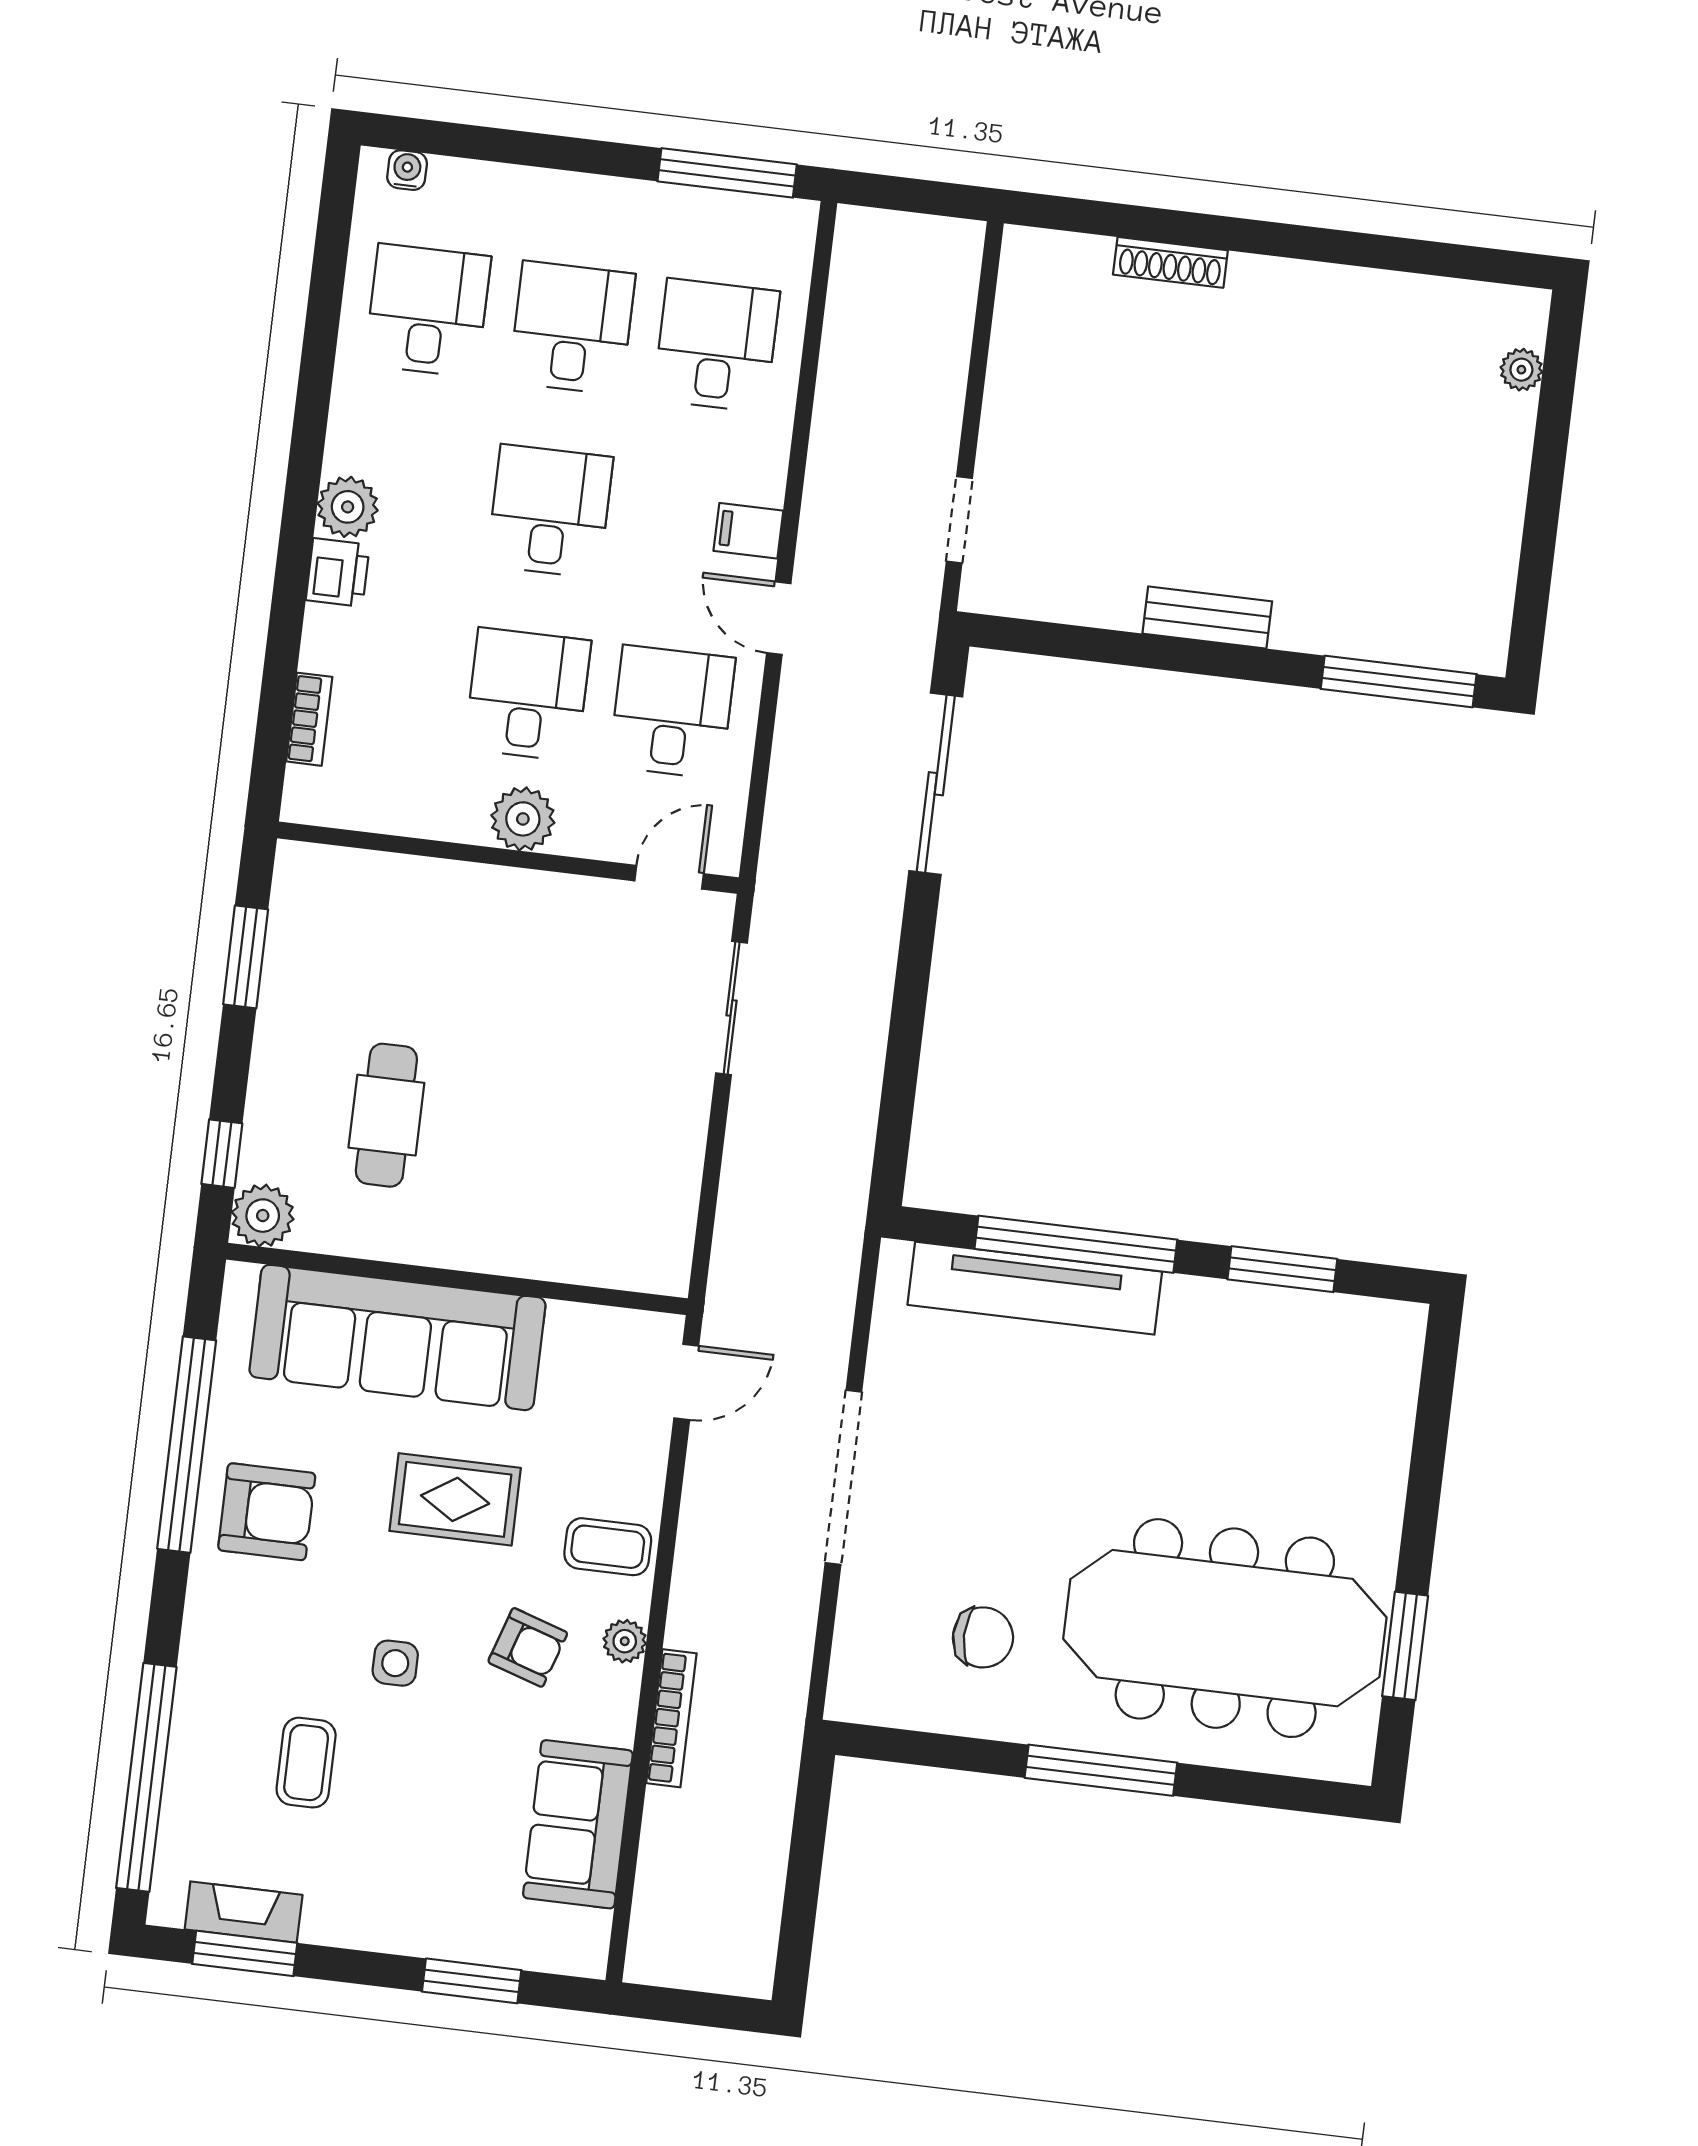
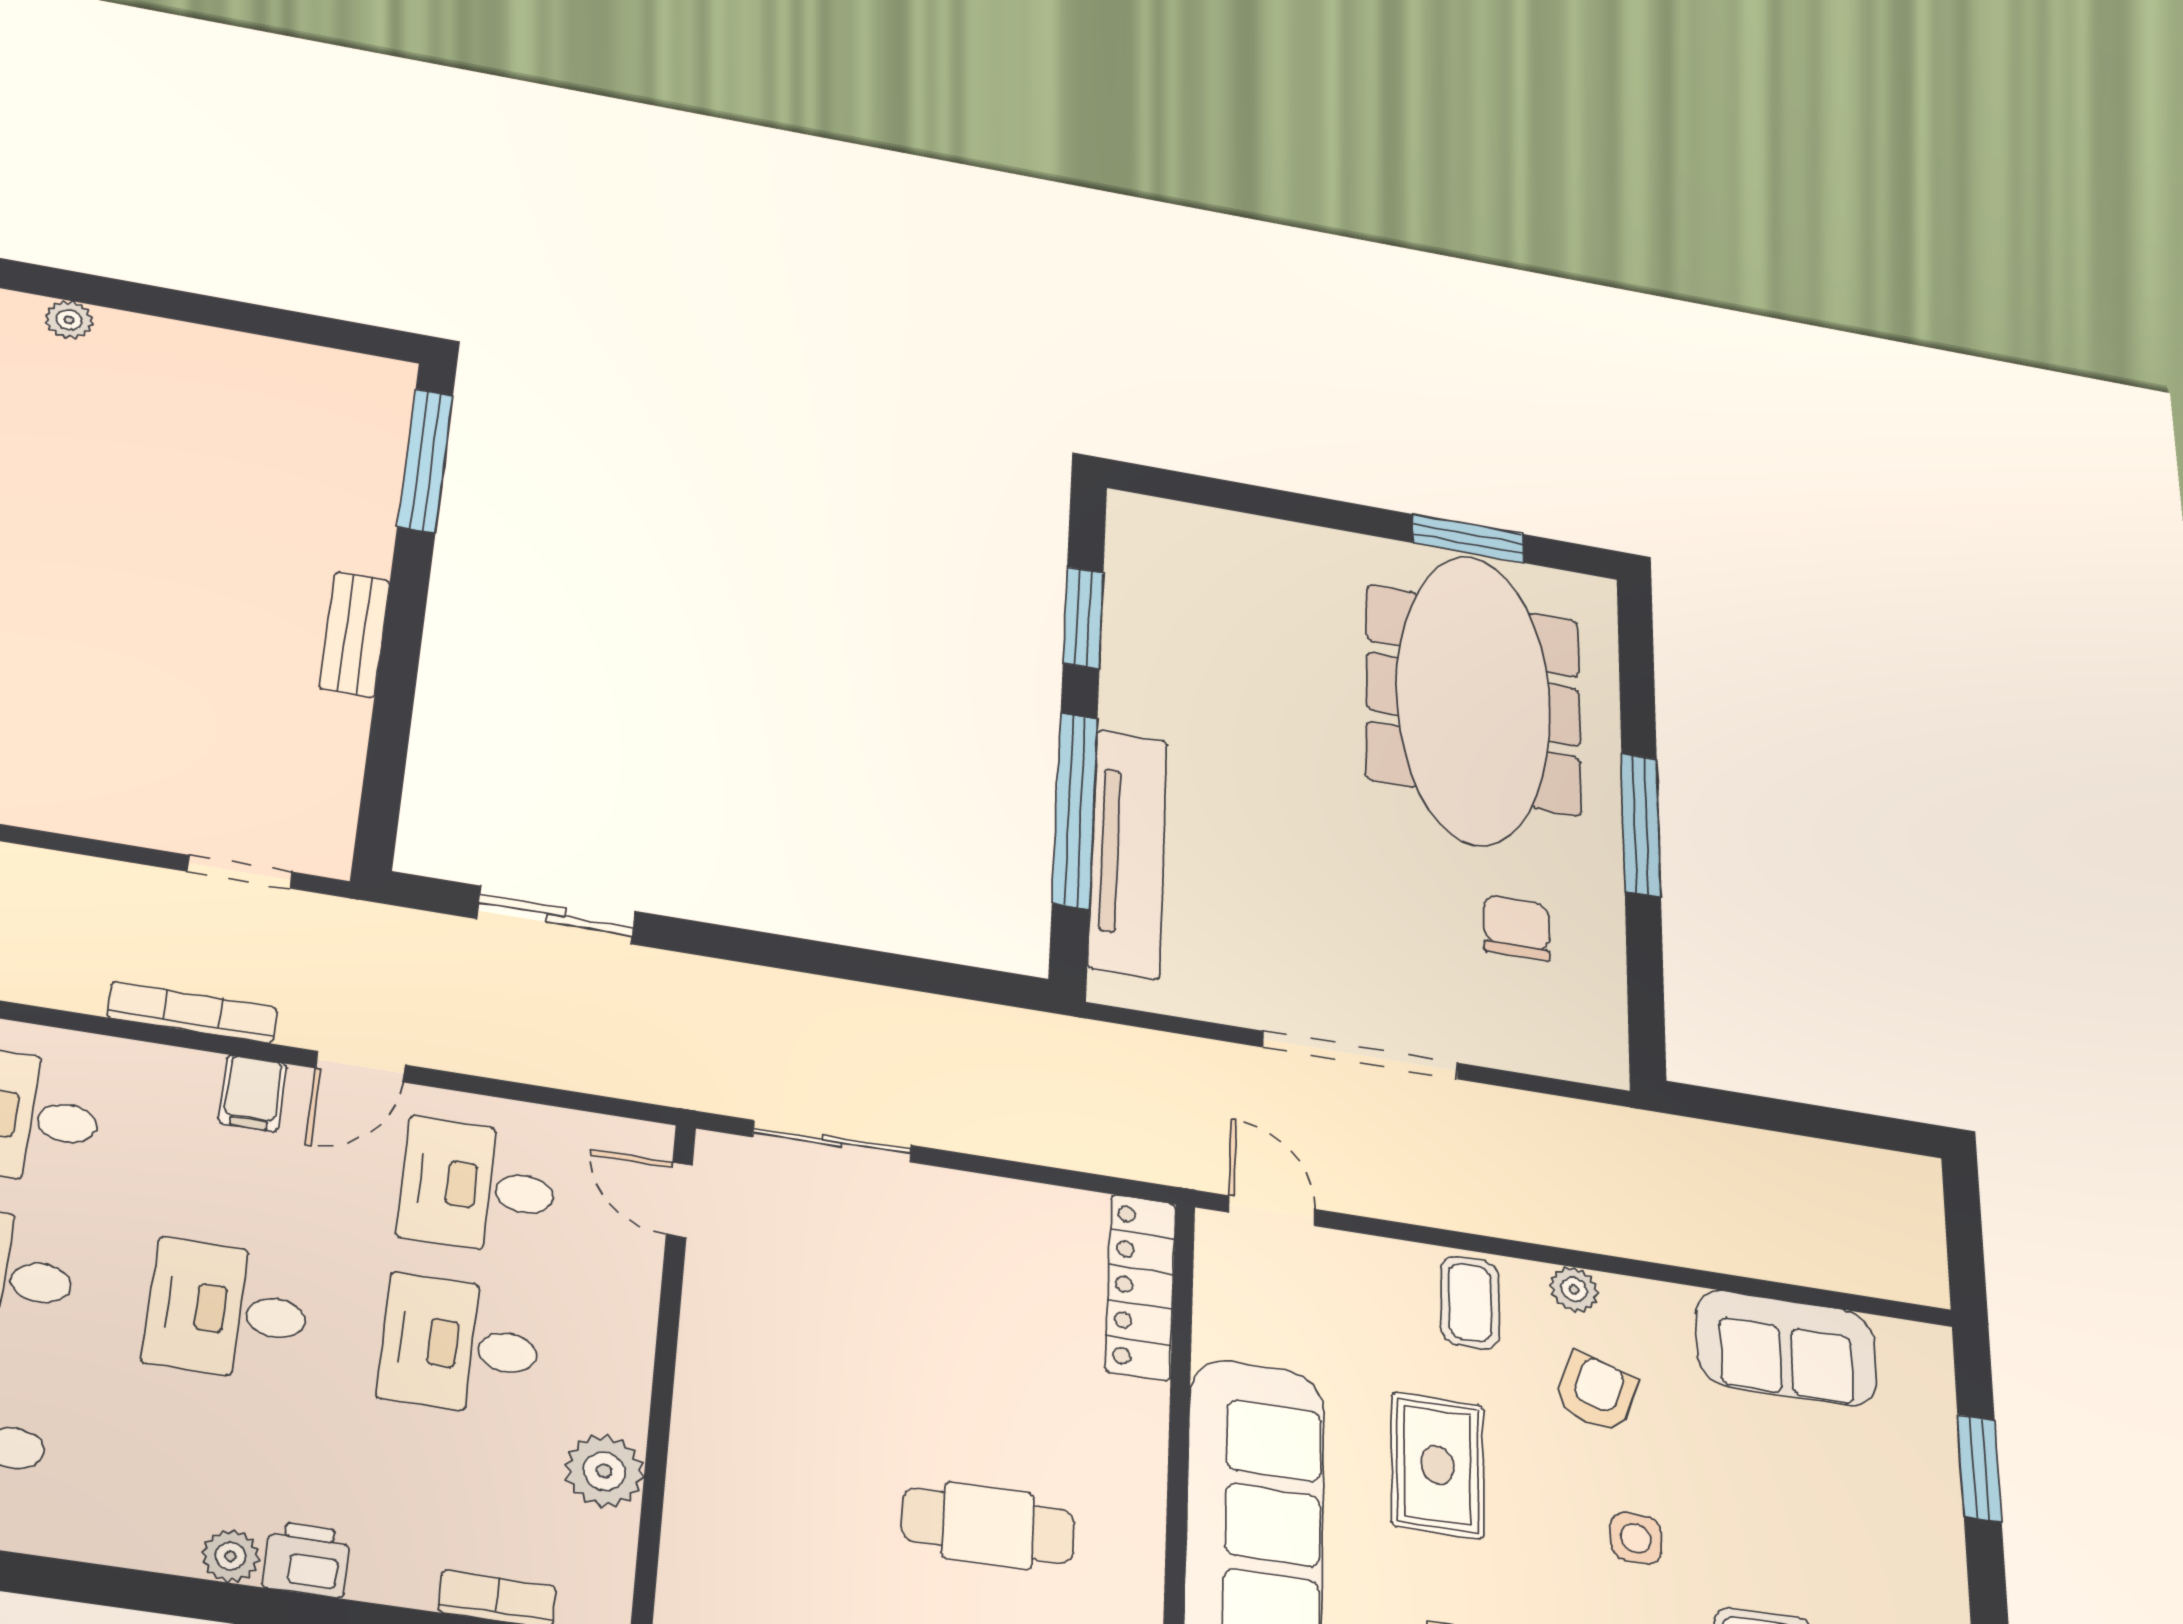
plant: (348, 507) -> (230, 1556), width x0.73, depth x0.73
sliding door: (936, 784) -> (556, 915), width x0.73
plant: (523, 819) -> (604, 1471), moved
locker: (608, 1261) -> (1141, 1287), added
bookcase: (671, 1718) -> (192, 1013), moved

